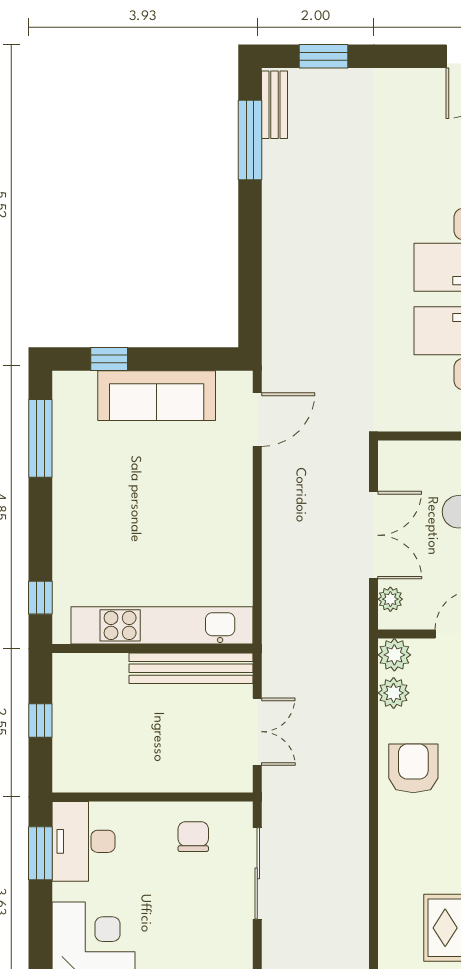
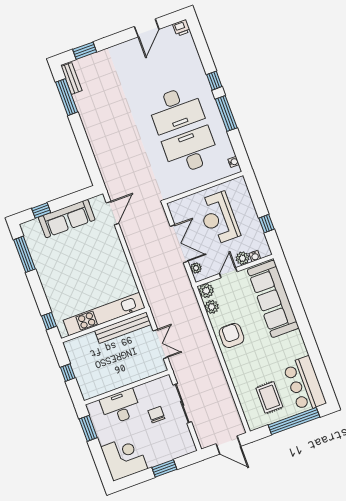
chair: (193, 837) -> (156, 415), moved
desk: (83, 841) -> (120, 407), moved, turned 90

